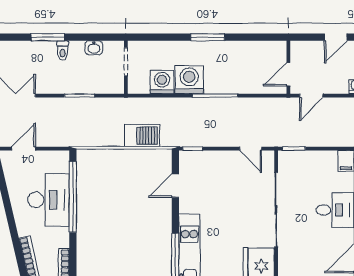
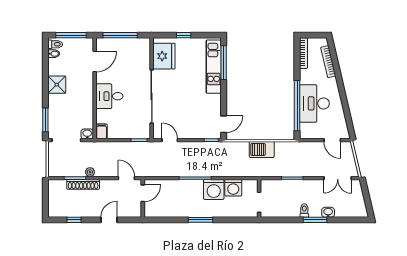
washbasin: (94, 48) -> (328, 212), moved
door: (311, 96) -> (126, 178), hinge flipped
barbecue: (142, 135) -> (262, 149), moved
door: (24, 149) -> (332, 140), hinge flipped
door: (175, 186) -> (224, 124), moved

